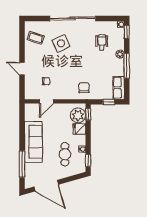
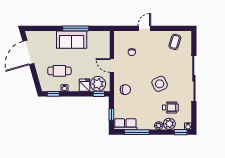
side table: (61, 43) -> (160, 84), moved
plant: (118, 43) -> (169, 124), added
window: (127, 66) -> (137, 132), moved
door: (47, 101) -> (112, 66), moved
sofa: (33, 142) -> (72, 40), width x0.73
window: (22, 164) -> (76, 28), moved

